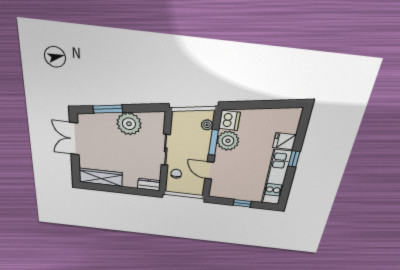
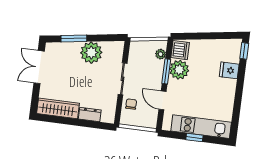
window: (294, 159) -> (244, 51), moved
kitchen unit: (276, 178) -> (201, 127), moved, turned 90
dresser: (149, 185) -> (90, 114), moved

